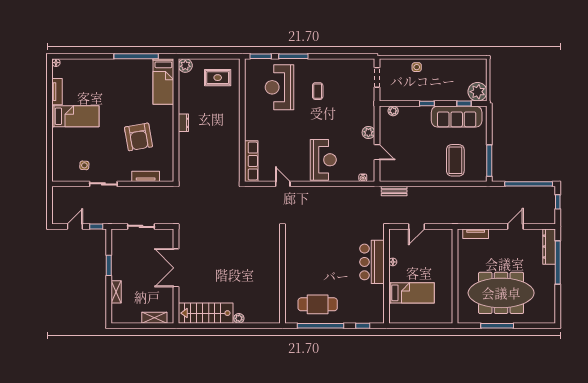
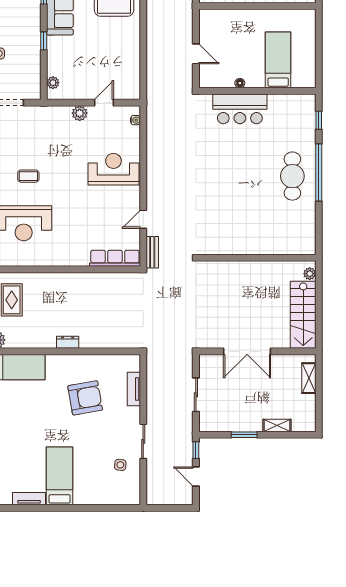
bench: (394, 191) -> (152, 252), moved
wall: (282, 276) -> (257, 258), moved

